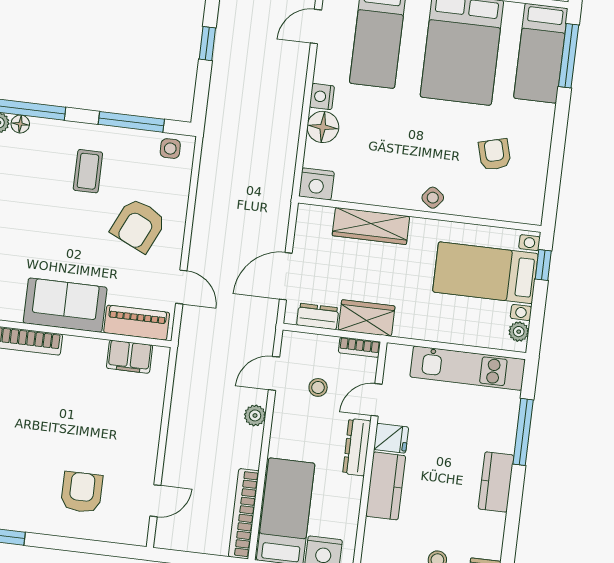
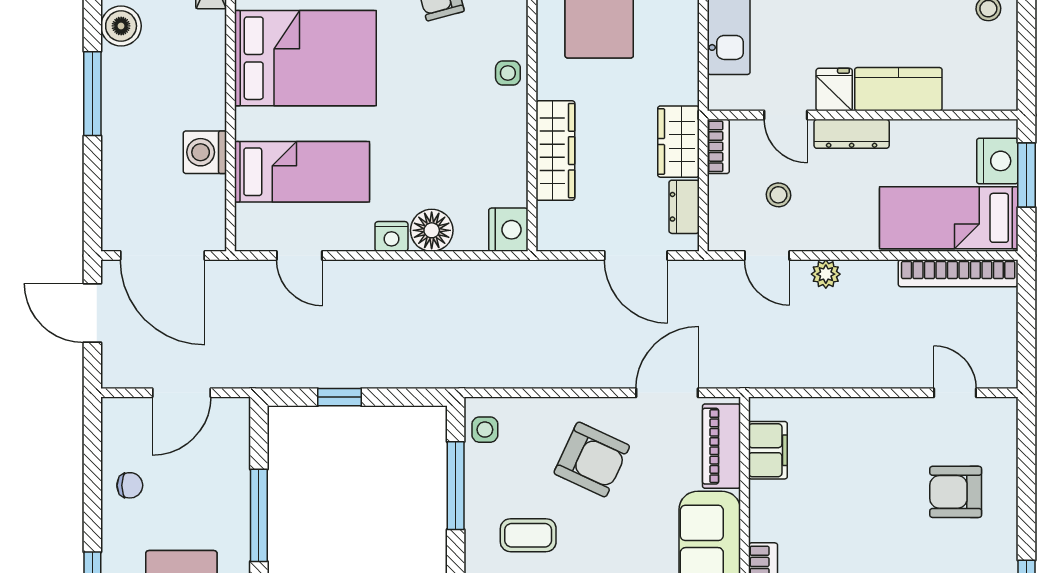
side table: (433, 198) -> (508, 73), turned -38
door: (181, 287) -> (667, 393), width x1.38

